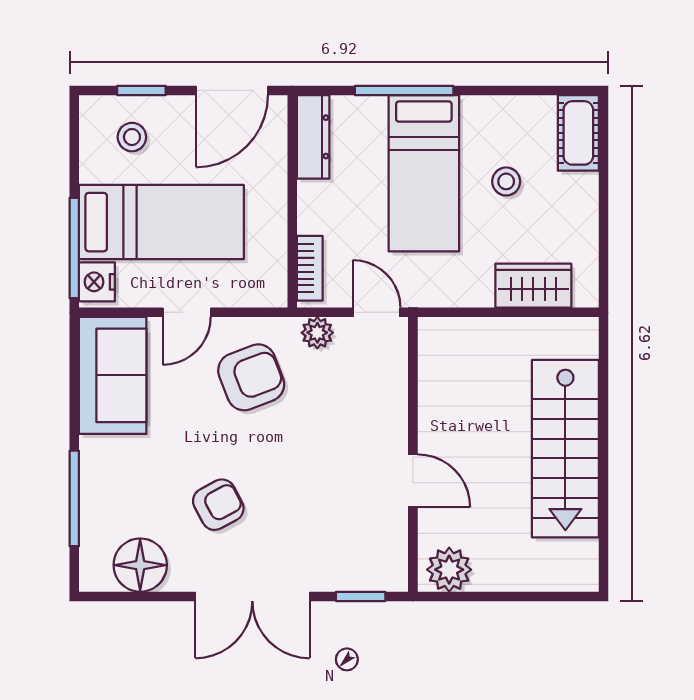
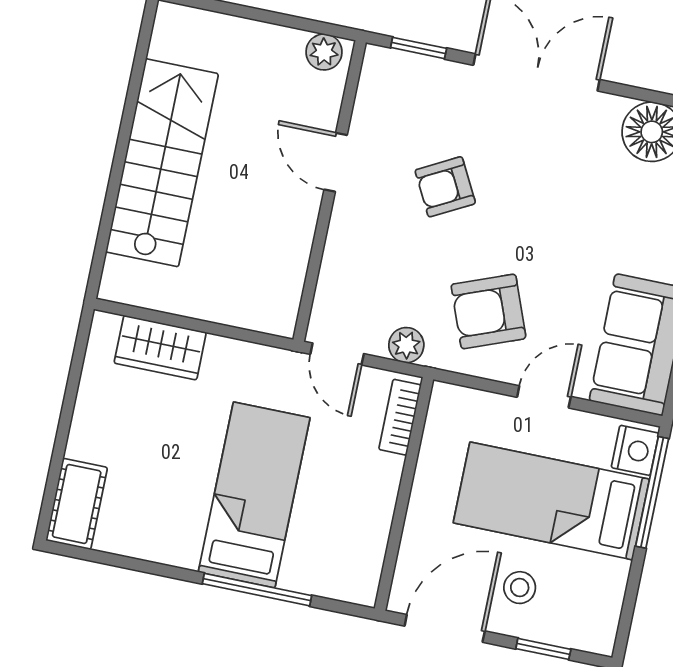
stool: (132, 137) -> (520, 588), moved
dresser: (313, 137) -> (367, 560), removed
stool: (506, 181) -> (166, 467), removed
armchair: (218, 505) -> (445, 187), moved
plant: (449, 570) -> (324, 52), width x0.73, depth x0.73

